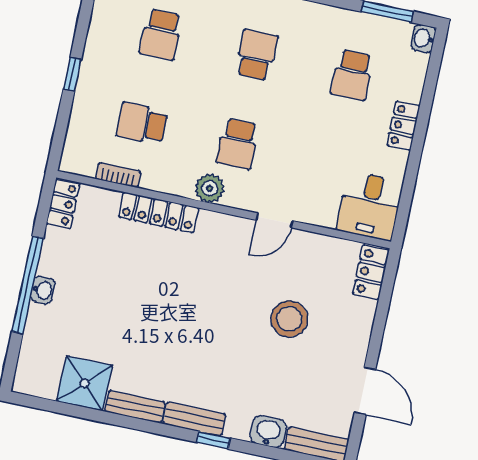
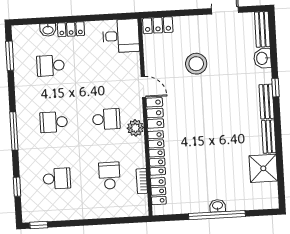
washbasin: (423, 39) -> (48, 30), moved
window: (72, 74) -> (92, 222), removed
school desk: (352, 75) -> (51, 66), turned 180
school desk: (142, 123) -> (109, 176), turned 180
locker: (63, 204) -> (158, 191), moved, turned 90
locker: (226, 228) -> (155, 113), added

